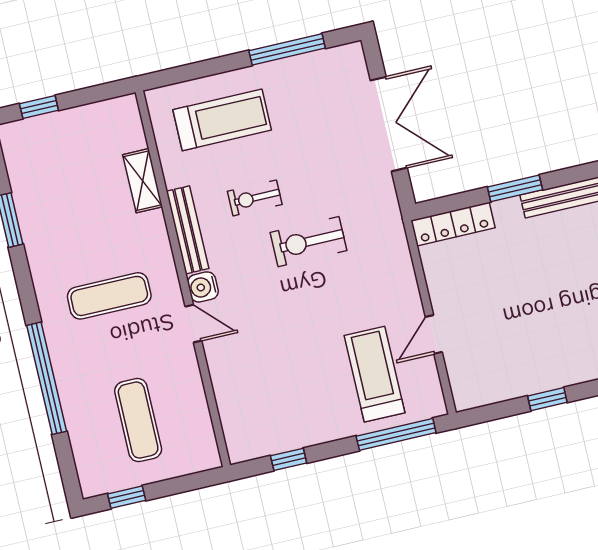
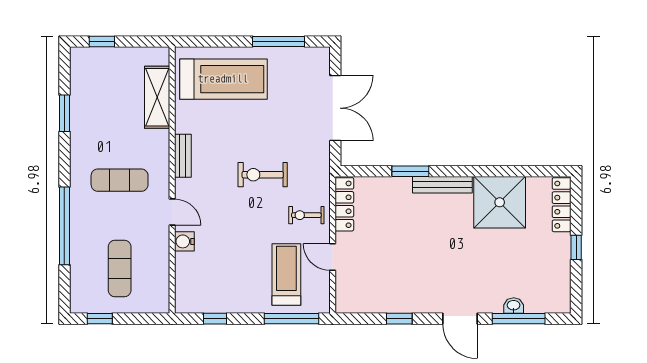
treadmill: (222, 120) -> (223, 79), width x1.37, depth x1.37
shelving: (143, 181) -> (157, 97), width x1.50, depth x1.33
exercise bike: (255, 198) -> (306, 215), moved
locker: (453, 224) -> (344, 204), moved, turned -90
bench: (187, 230) -> (183, 156), width x0.73
water cooler: (203, 287) -> (184, 241), moved
door: (434, 334) -> (333, 257), hinge flipped

